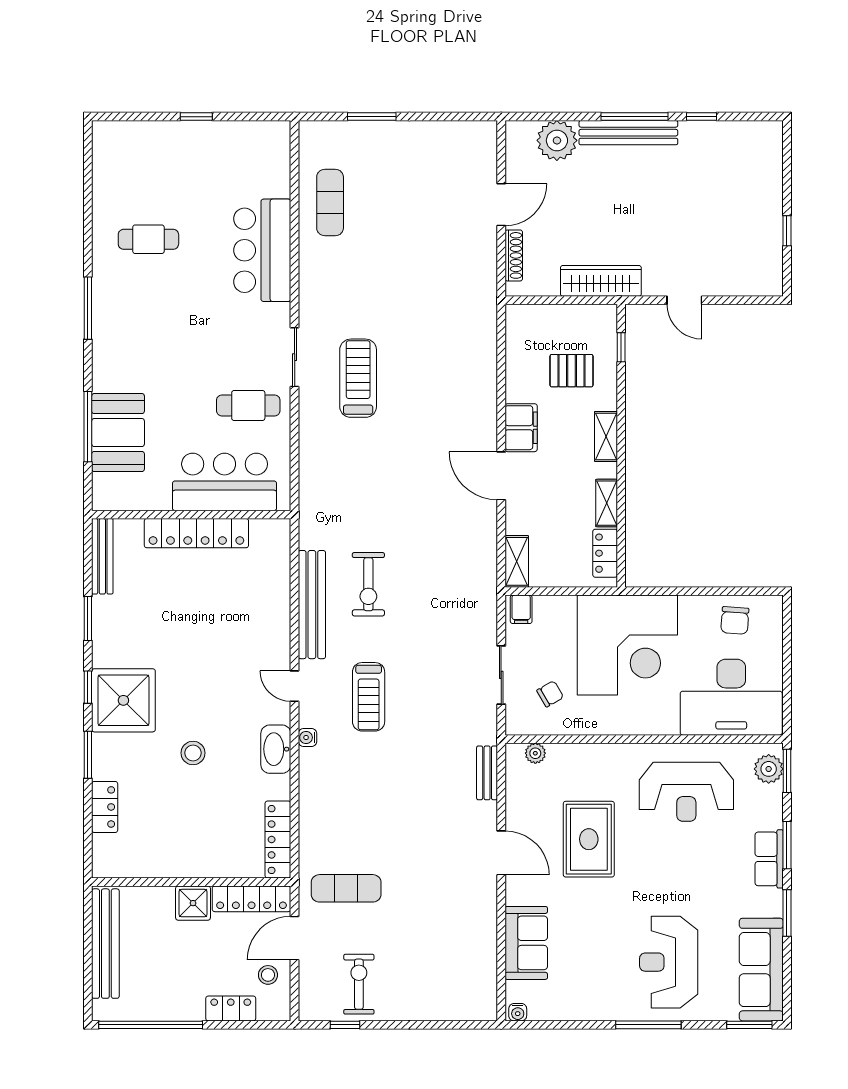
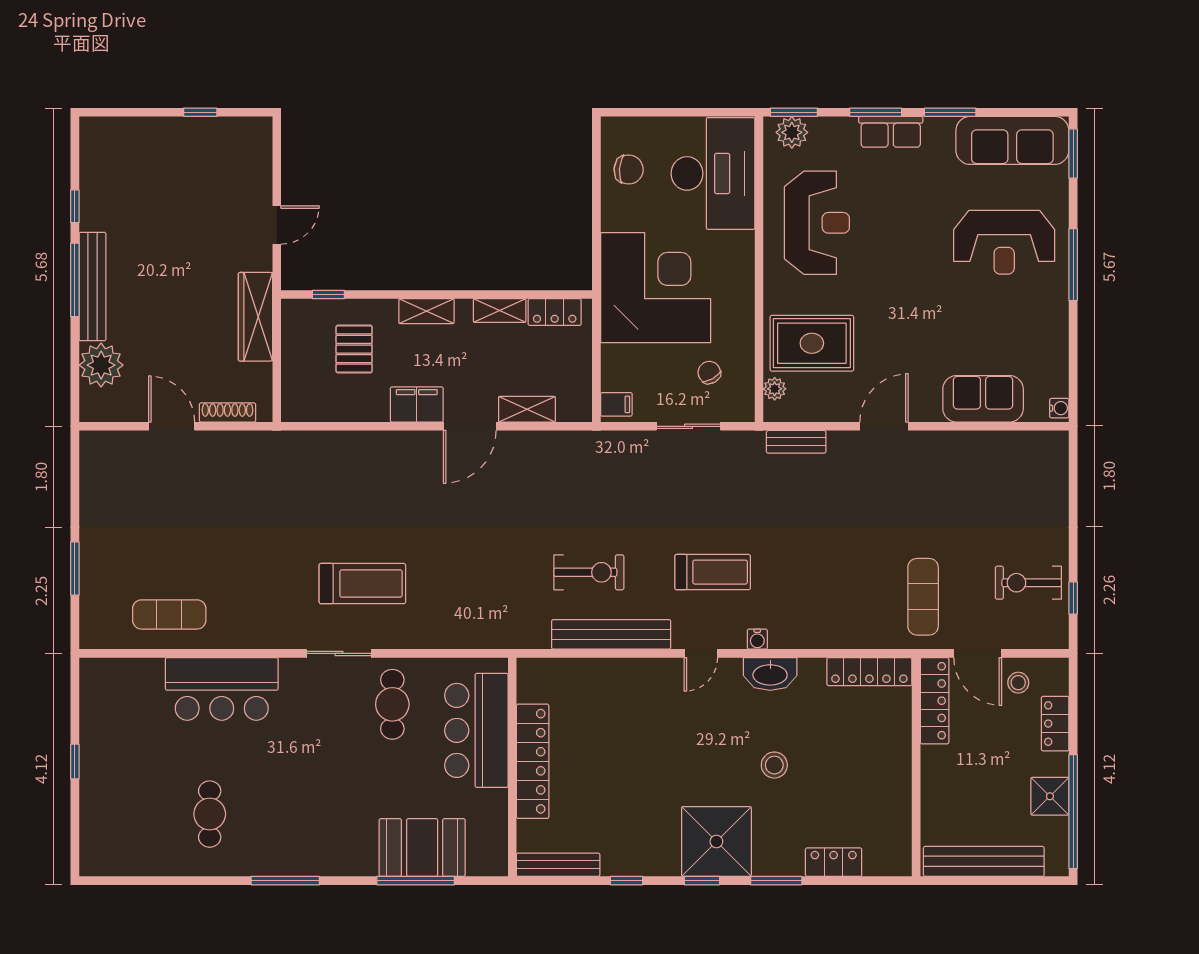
treadmill: (358, 378) -> (362, 584), turned 180
shelving: (517, 561) -> (527, 409), moved
window: (88, 618) -> (626, 881), width x0.67
rug: (589, 839) -> (812, 343), moved
shower: (193, 903) -> (1050, 796), moved

